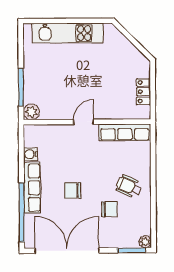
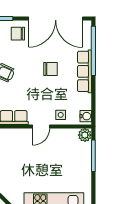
side table: (60, 136) -> (61, 115), added
water cooler: (30, 154) -> (86, 116), moved
chair: (109, 209) -> (18, 34), moved

